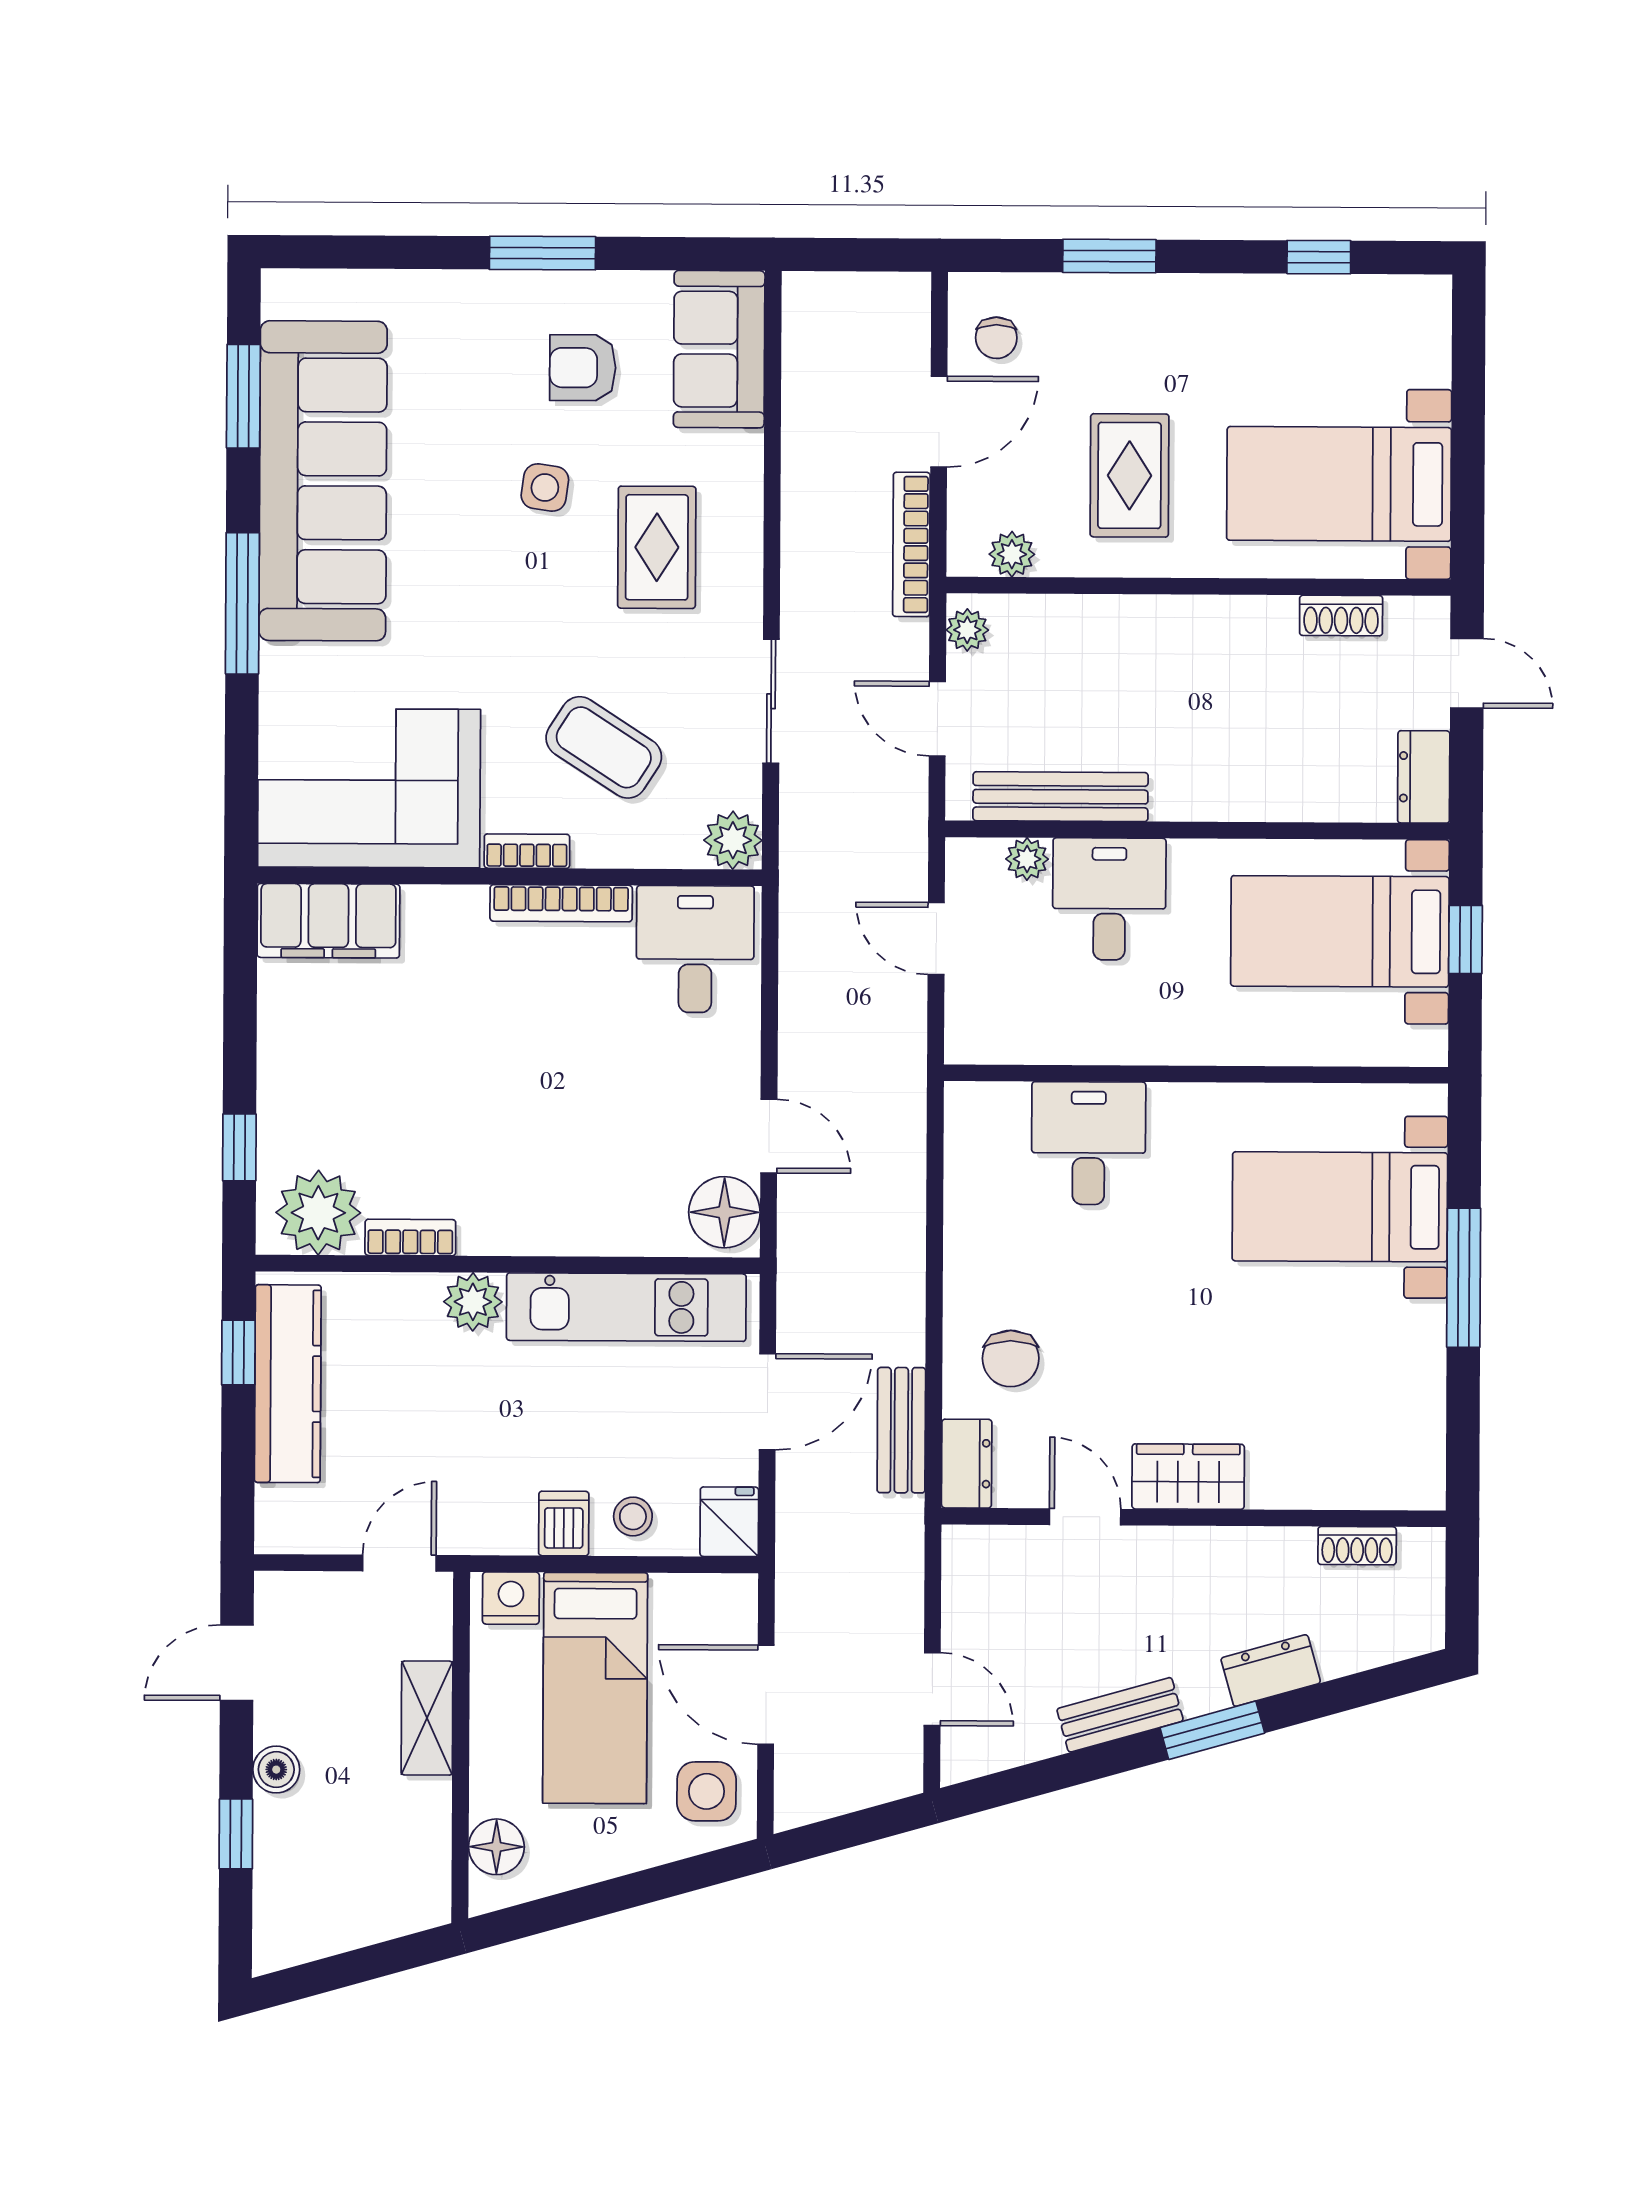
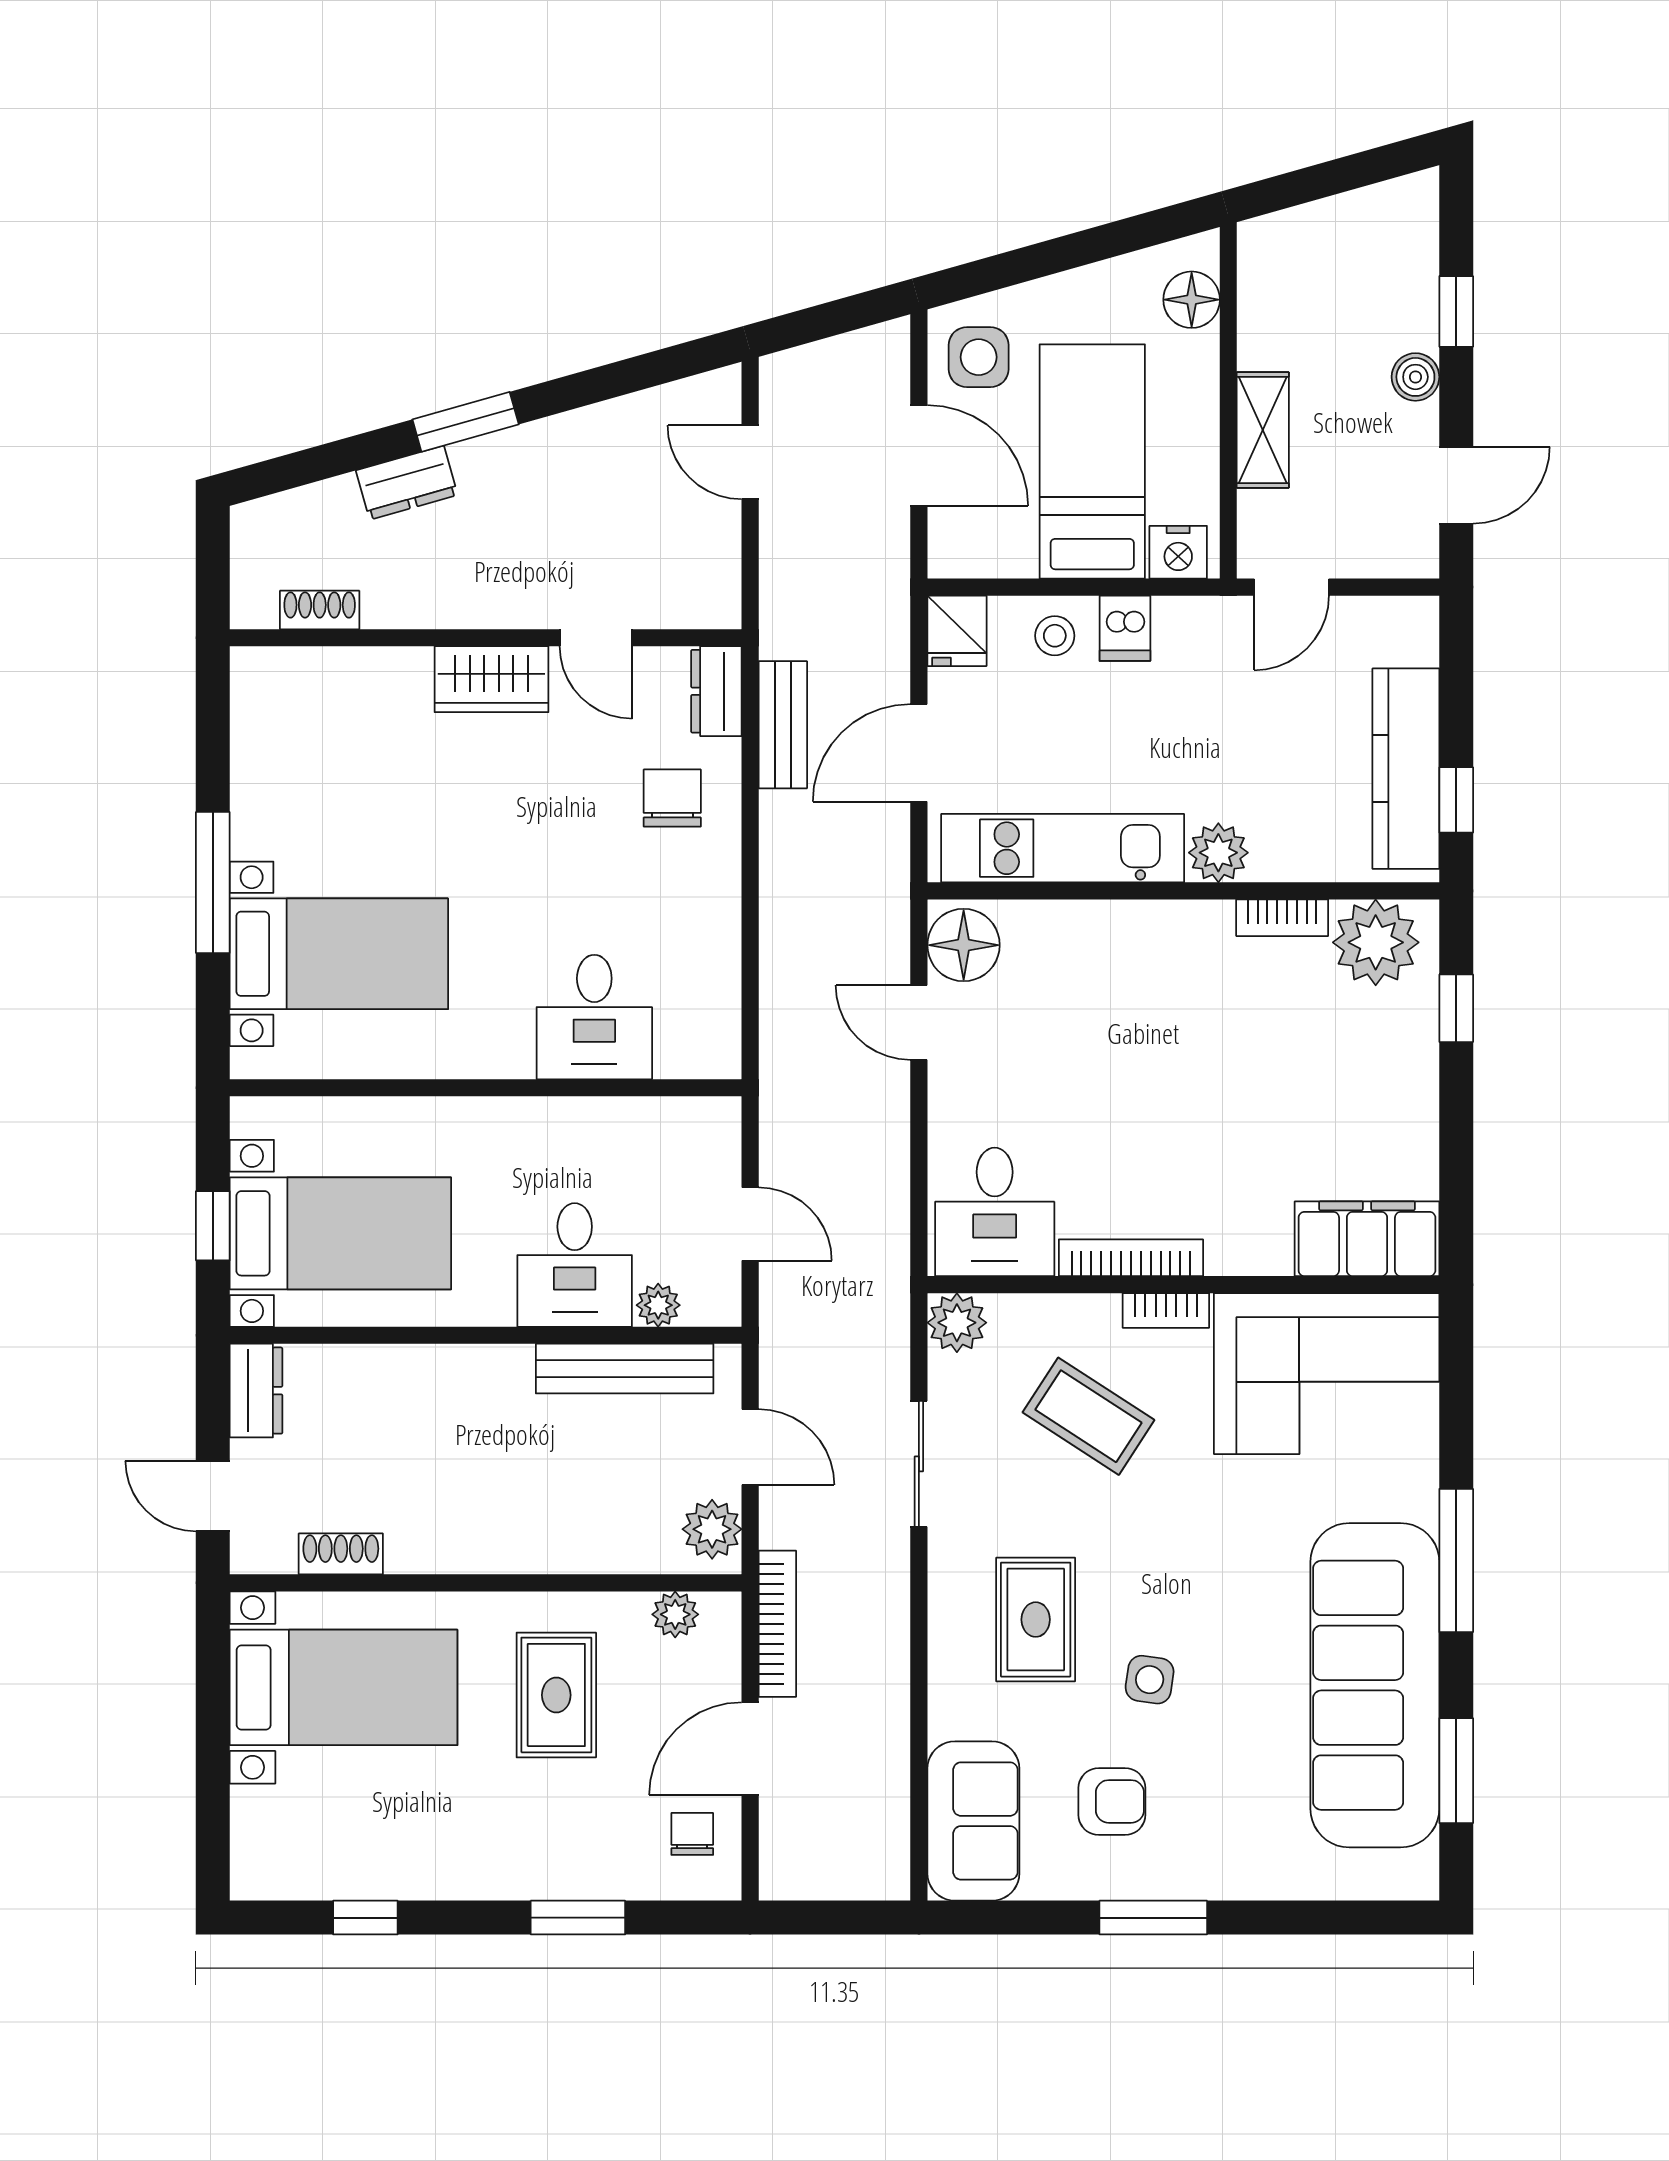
plant: (967, 630) -> (712, 1529), width x1.38, depth x1.38
bench: (1120, 1715) -> (559, 437), removed

